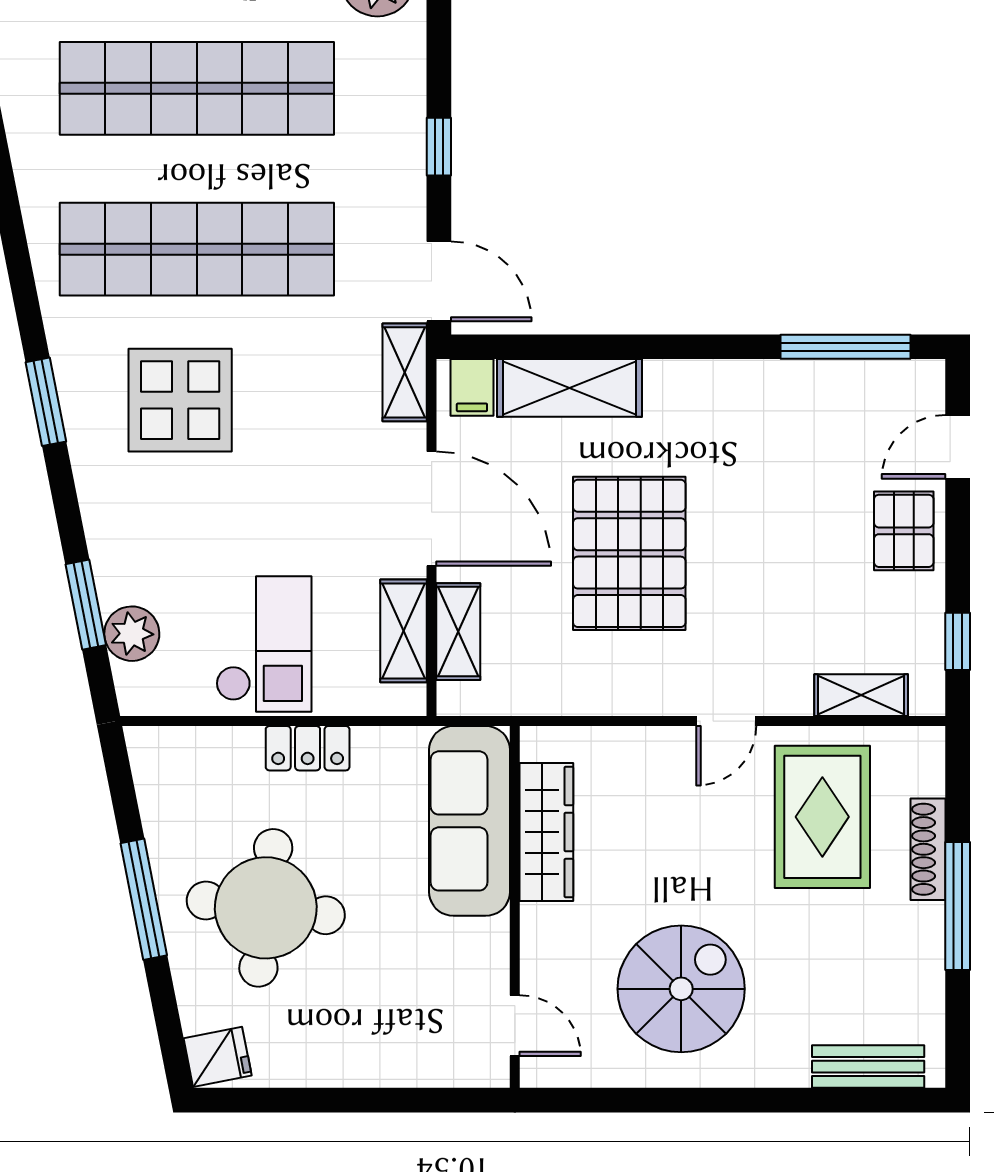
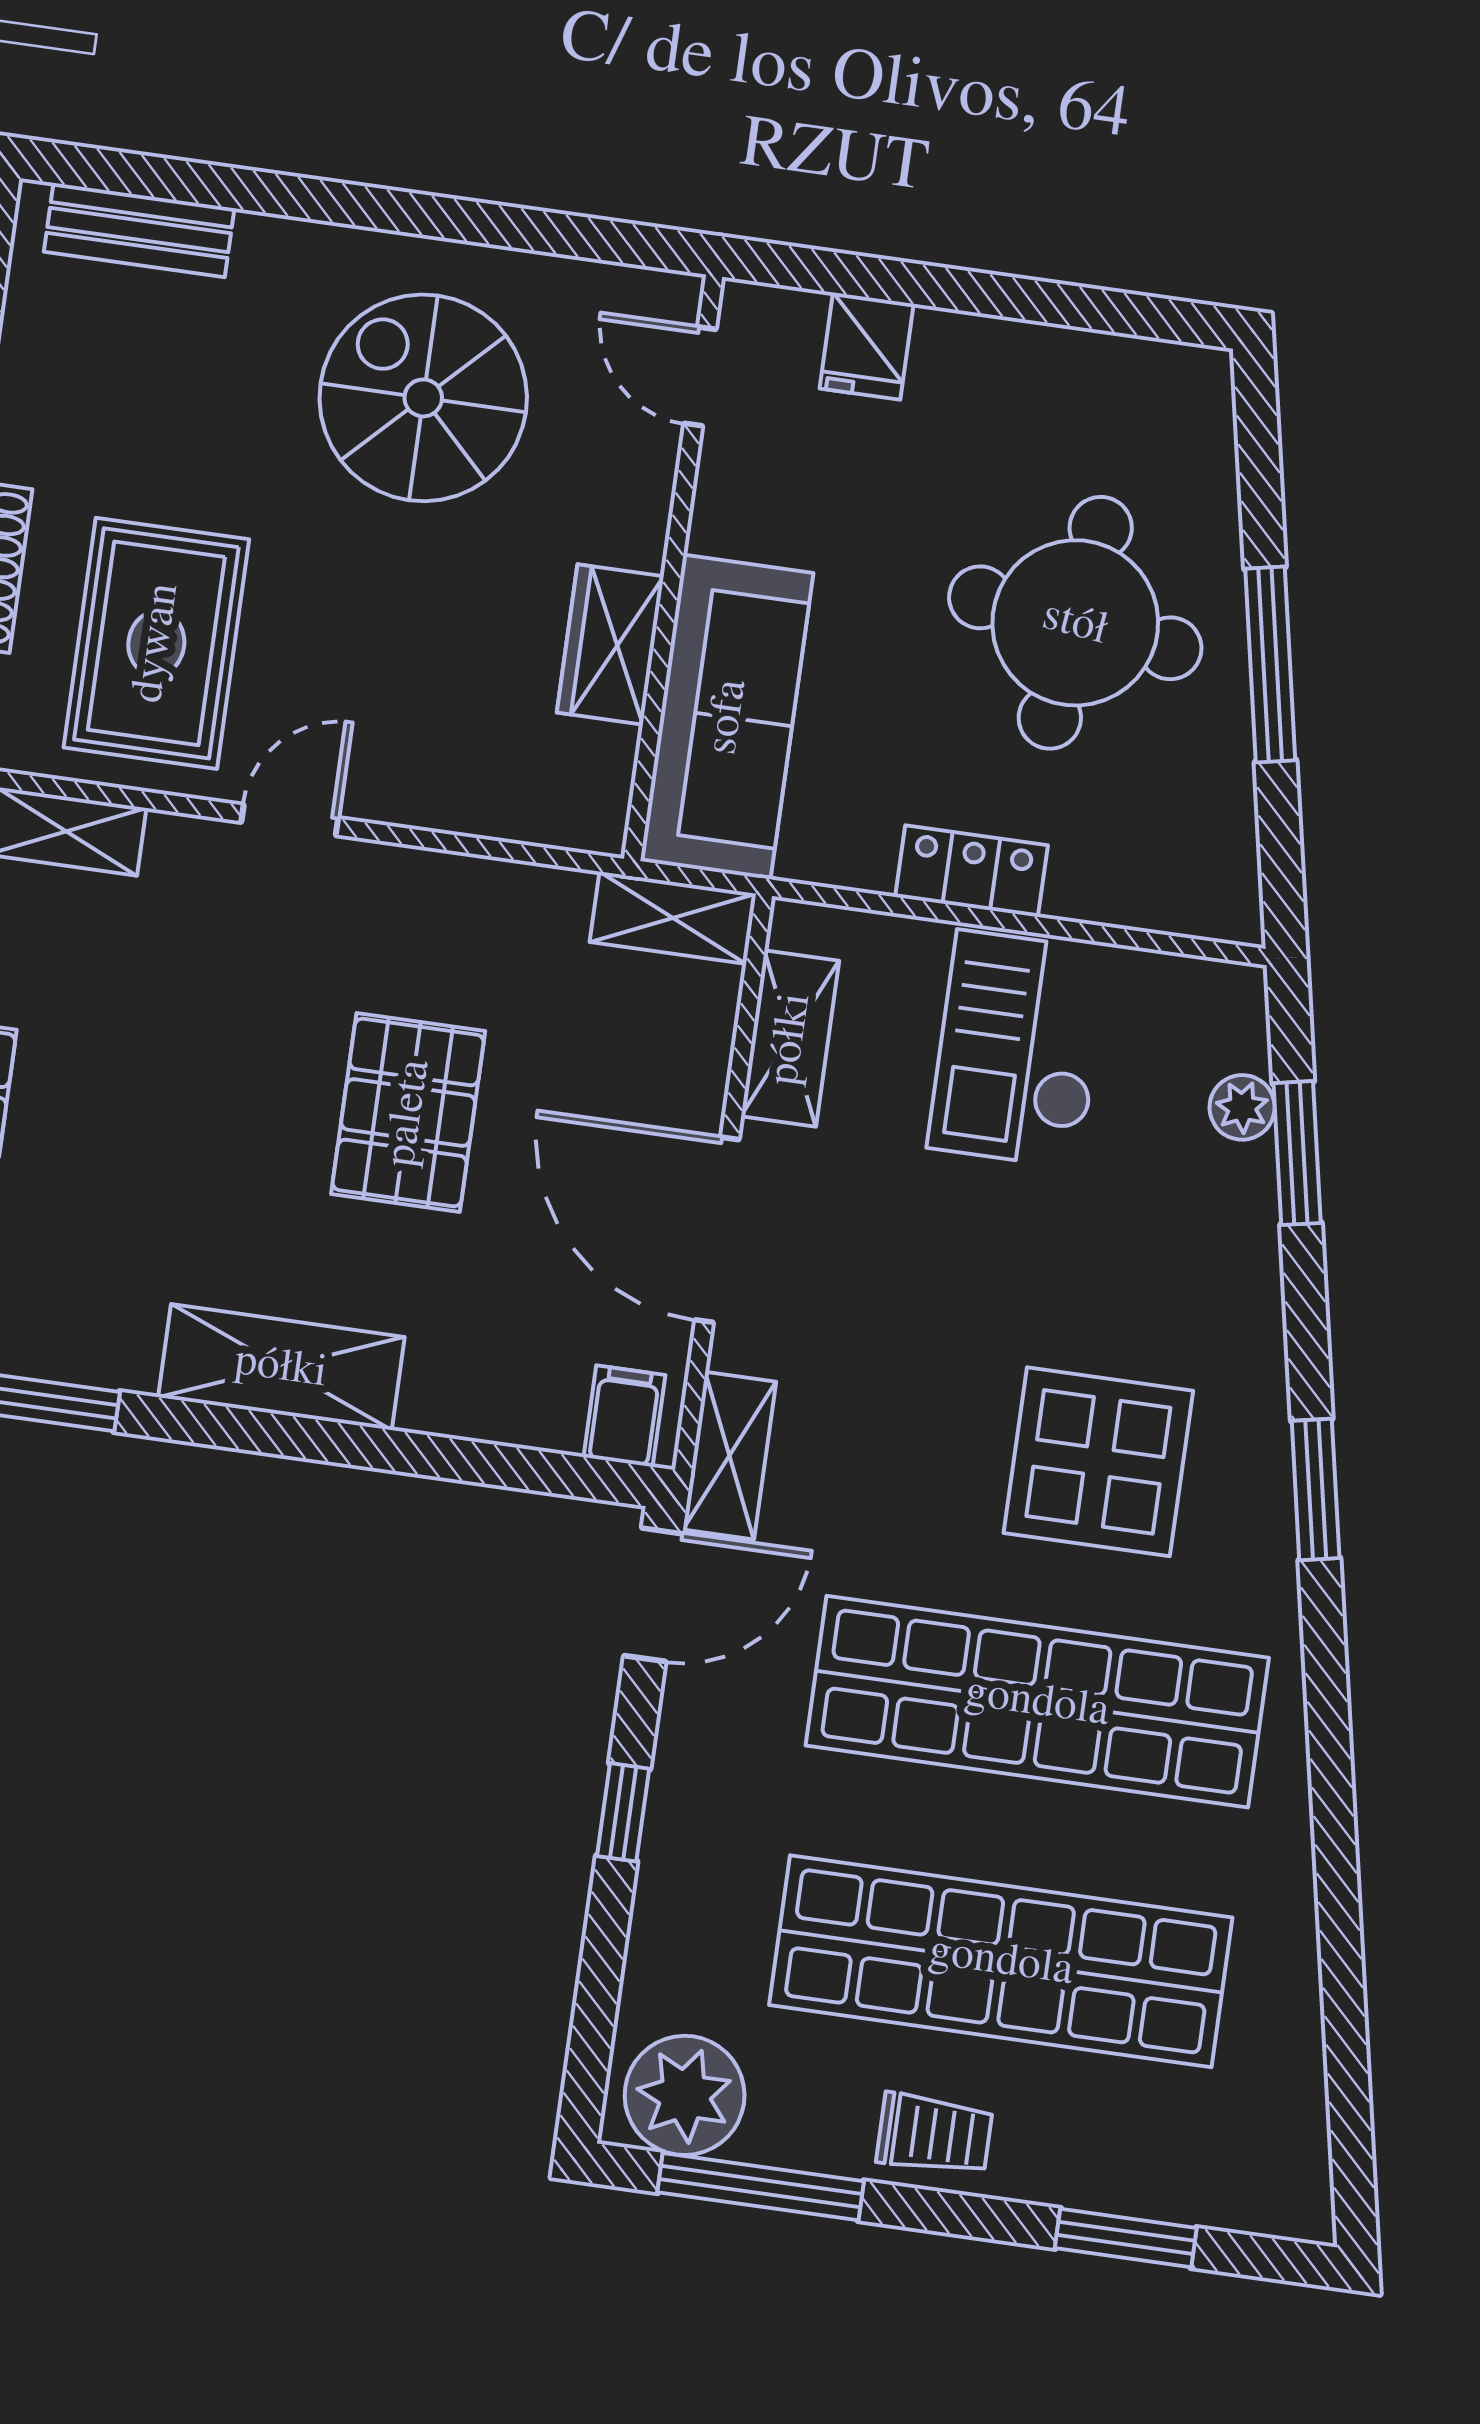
door: (439, 281) -> (654, 1595), swing flipped
shelving: (570, 388) -> (281, 1367), moved
pallet: (629, 553) -> (408, 1113), width x0.73, depth x0.71
shelving: (458, 632) -> (673, 918), moved, turned 90
plant: (132, 634) -> (1242, 1107), width x0.73, depth x0.73
wardrobe: (546, 832) -> (610, 644), width x0.67
spiral stairs: (681, 989) -> (423, 398), turned 90
fridge: (218, 1057) -> (867, 346), moved, turned -79

